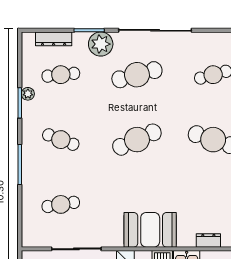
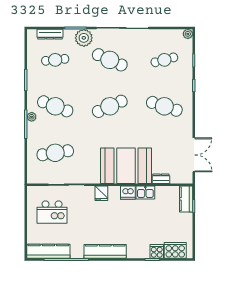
cafe table: (137, 75) -> (110, 60), turned 39
plant: (28, 94) -> (32, 117), moved
cafe table: (61, 140) -> (55, 106), width x1.37, depth x1.35
cafe table: (61, 204) -> (55, 153), width x1.37, depth x1.35
booth: (150, 230) -> (126, 166), width x1.36, depth x1.42

